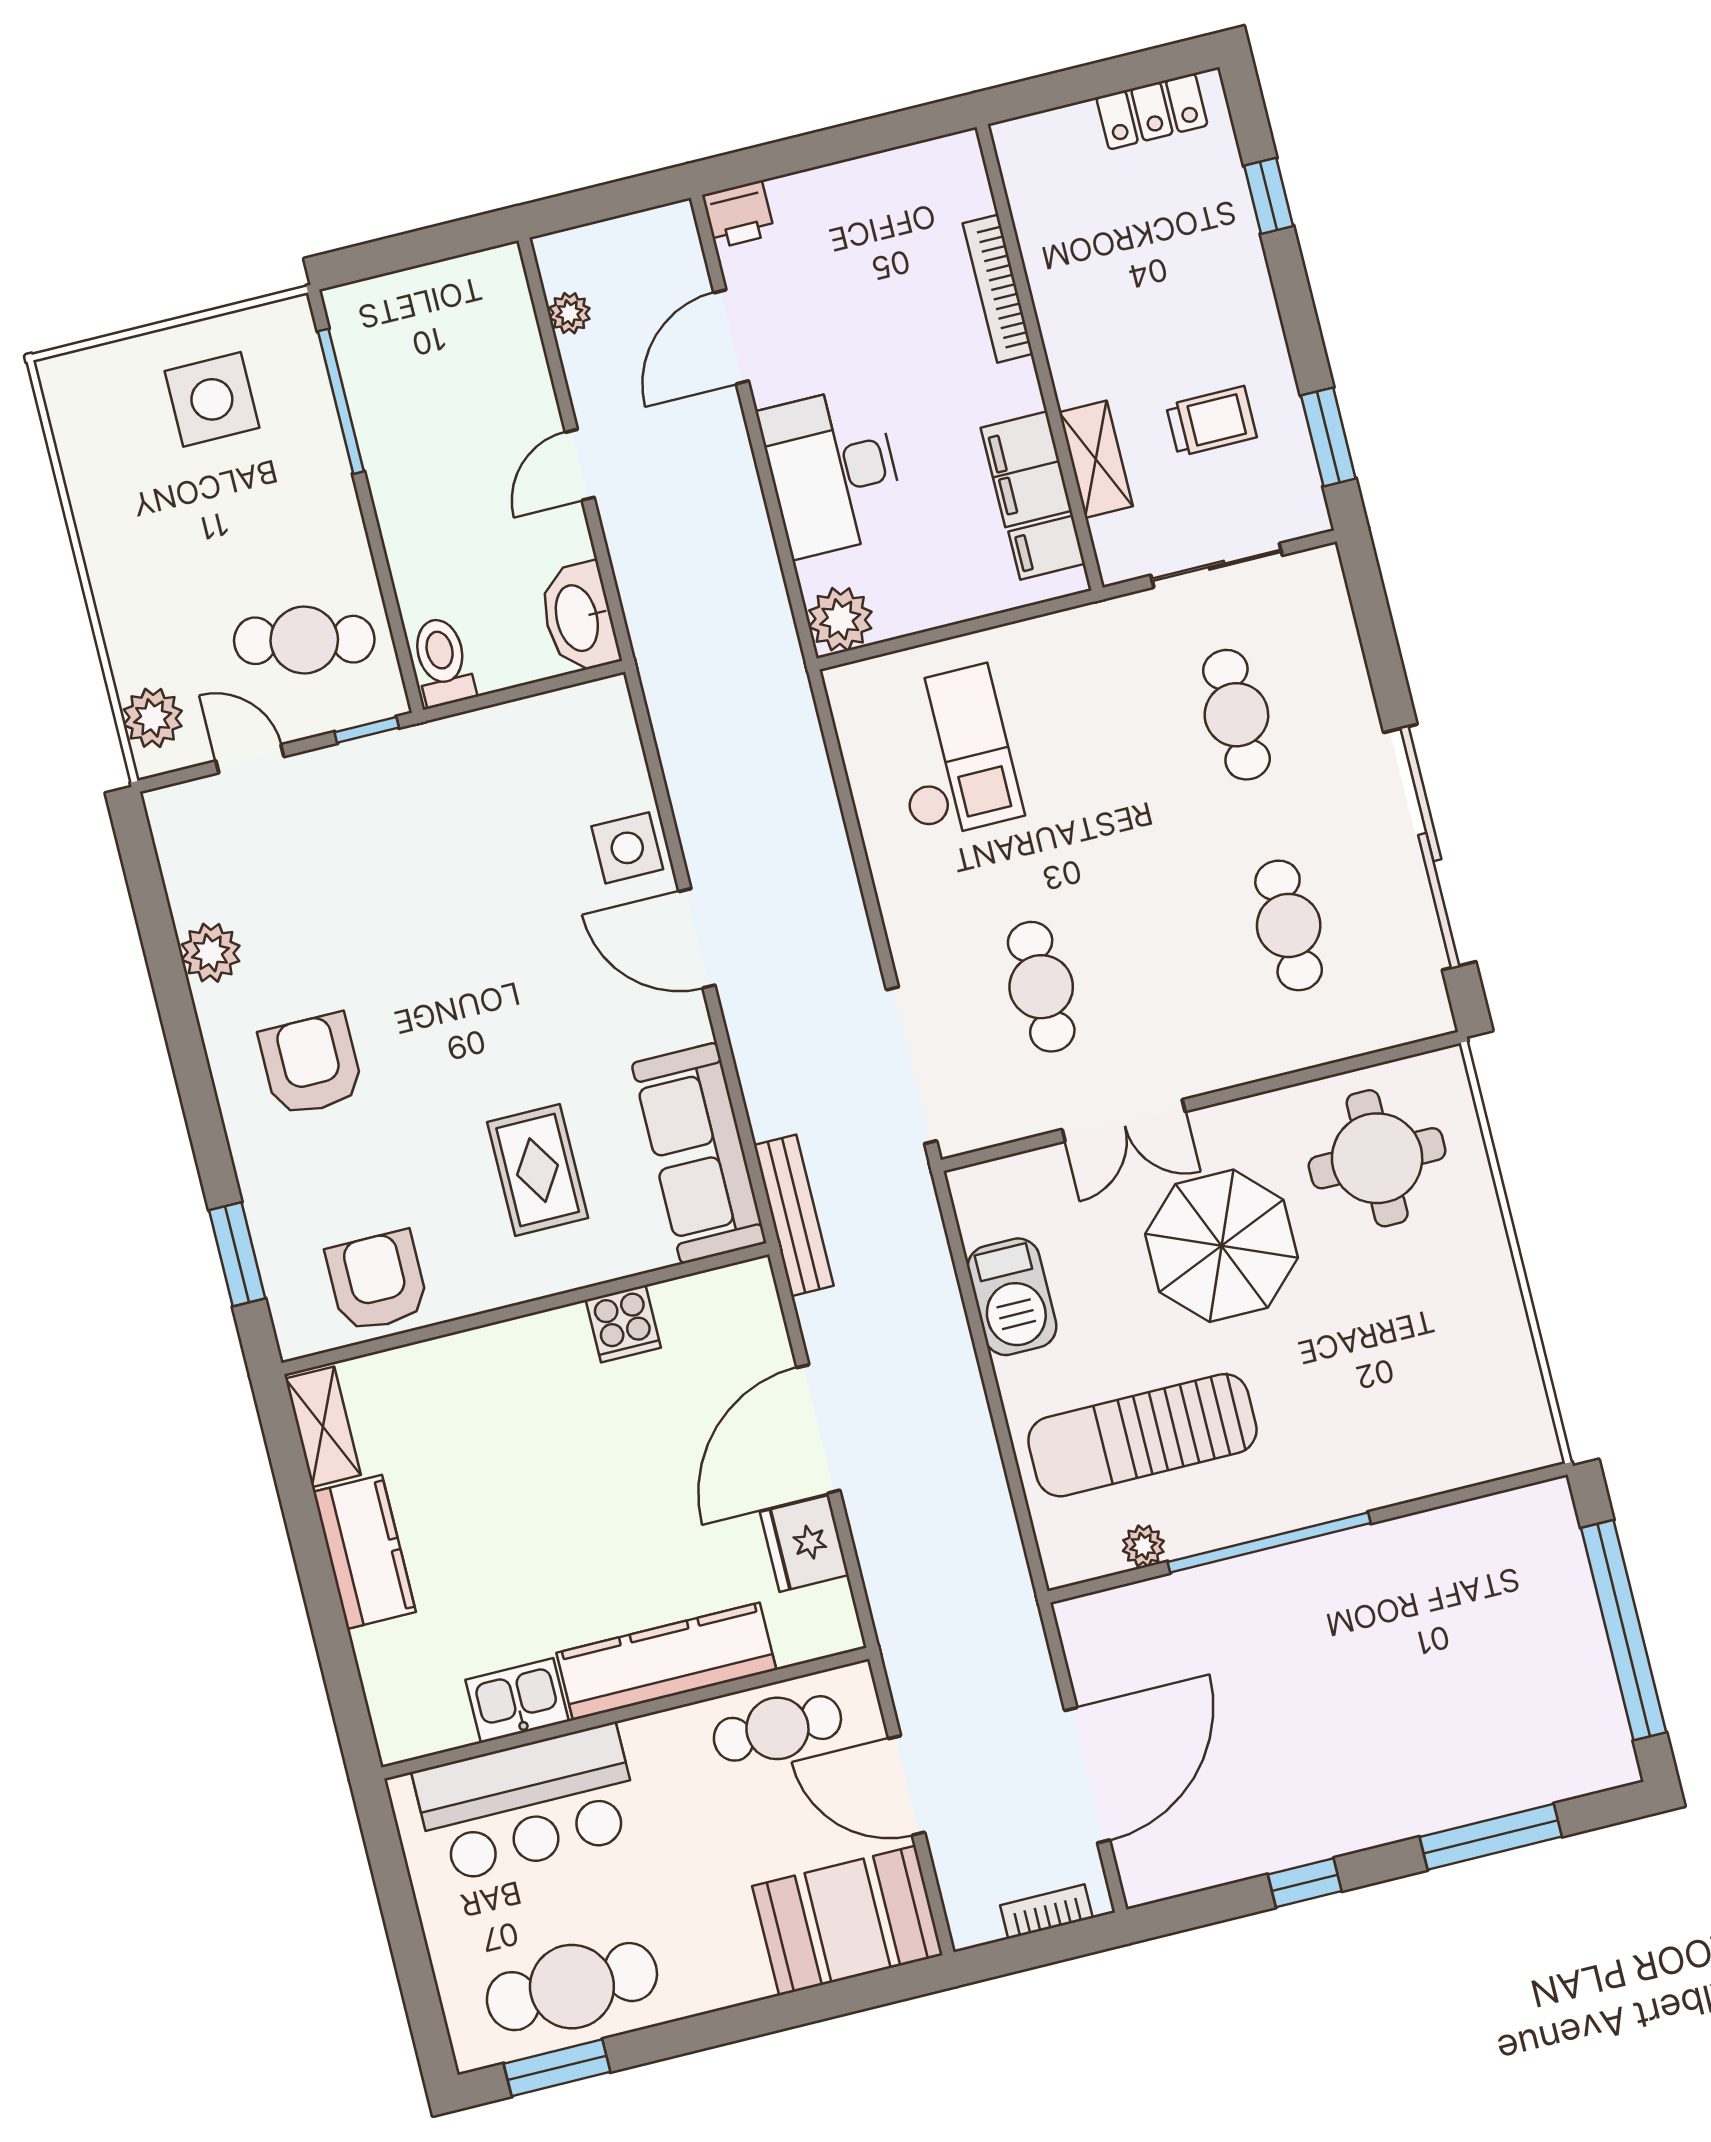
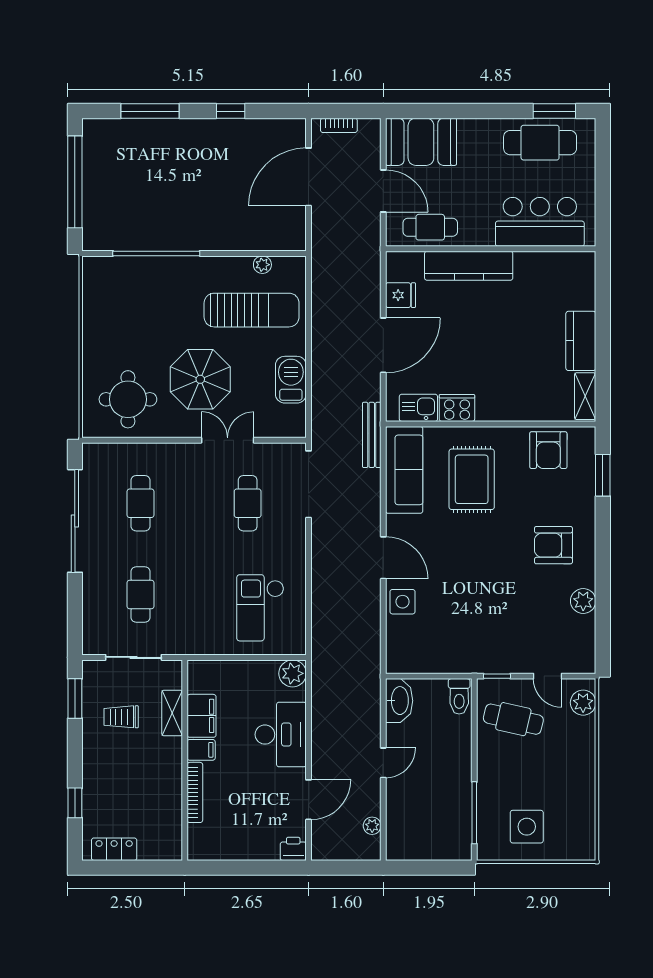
filing cabinet: (1047, 548) -> (201, 750), moved
armchair: (311, 1065) -> (553, 545), turned 90
rug: (538, 1170) -> (472, 479), width x1.36, depth x1.43
cooker: (623, 1324) -> (457, 408), width x1.36
window: (1269, 1542) -> (156, 253), moved
fridge: (804, 1543) -> (401, 295), width x0.72
kitchen sink: (517, 1701) -> (418, 408), moved, turned 180

